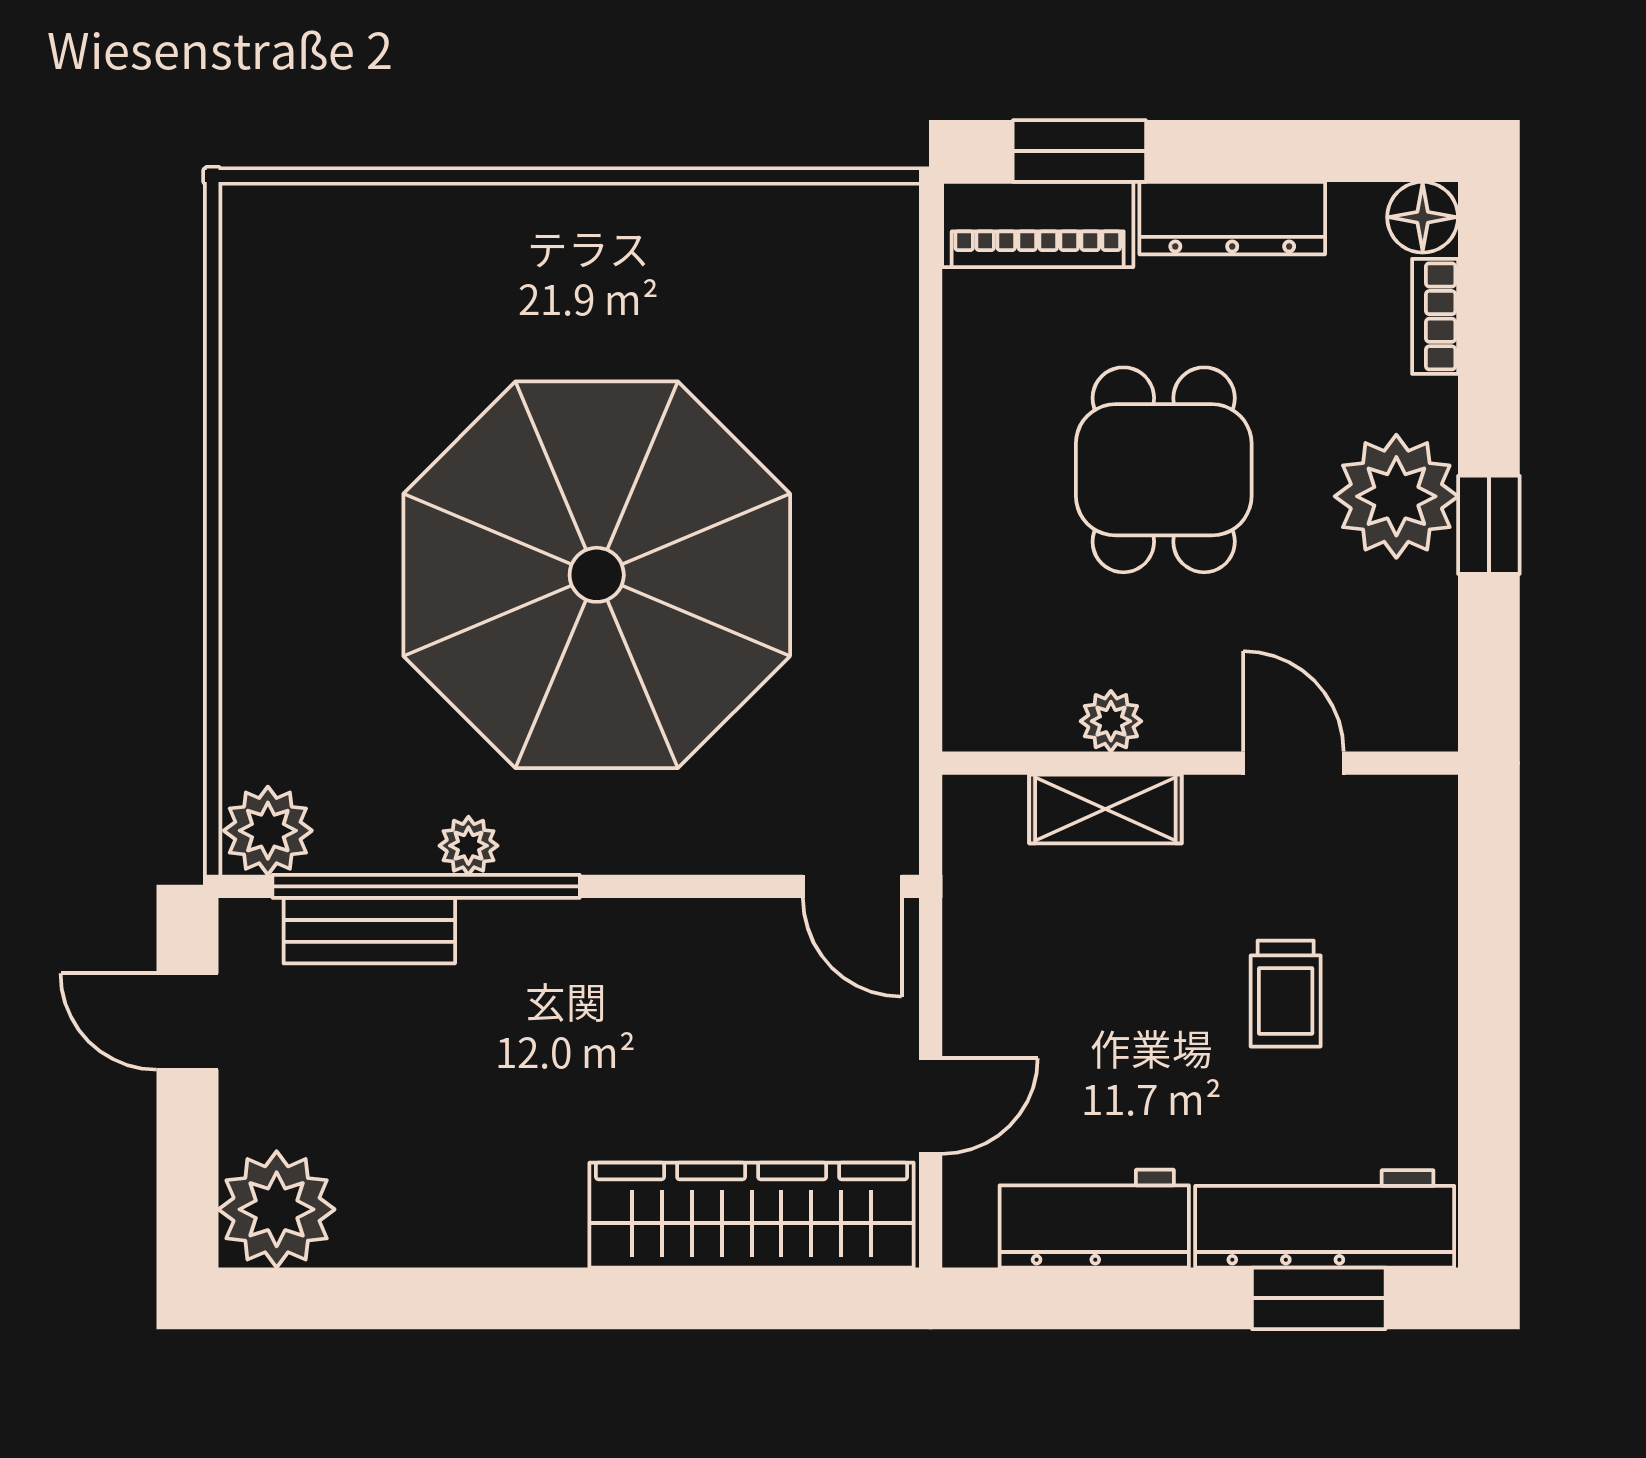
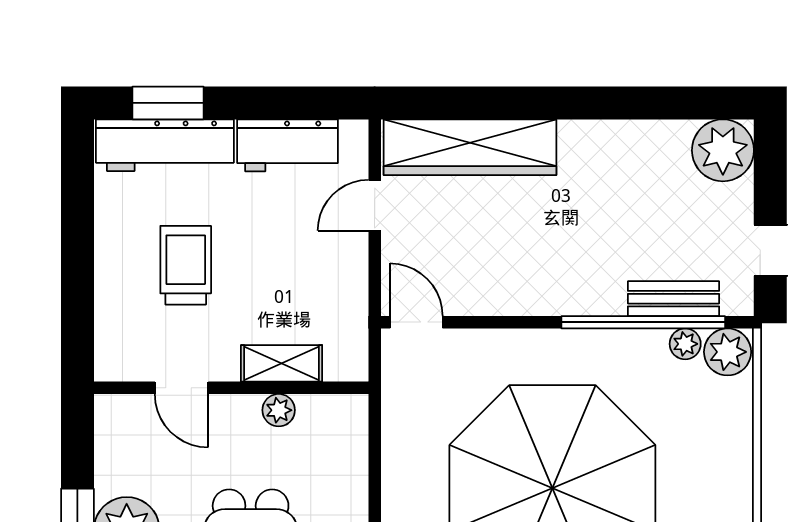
plant: (468, 846) -> (685, 344), moved
trolley: (1286, 994) -> (186, 265), width x1.36, depth x1.39

